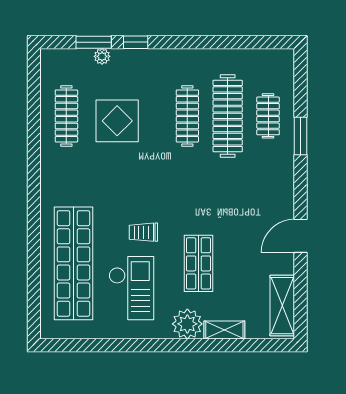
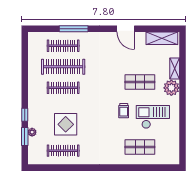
clothes rail: (268, 116) -> (63, 46), width x1.36
window: (301, 136) -> (74, 29), width x1.44
shop shelf: (73, 263) -> (140, 147), width x0.50, depth x0.74

